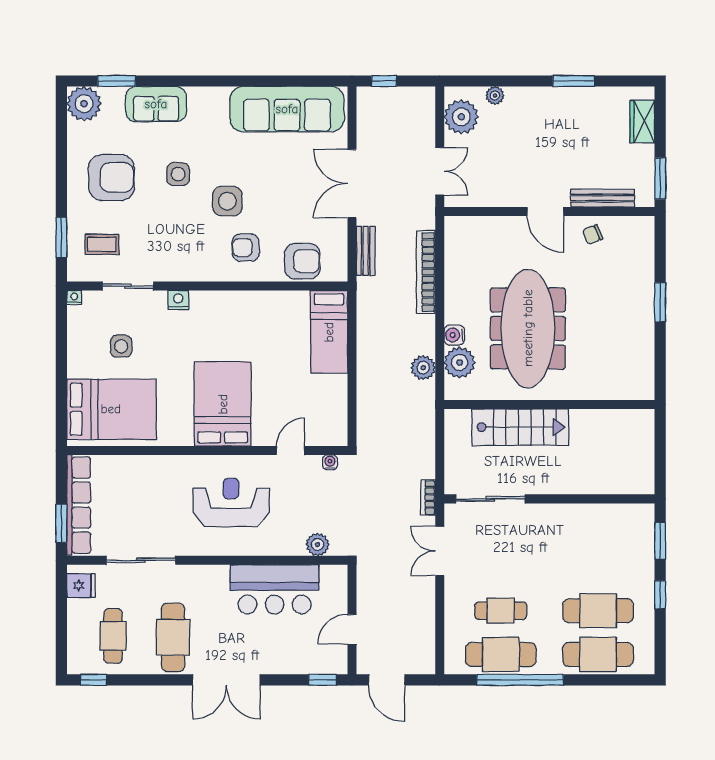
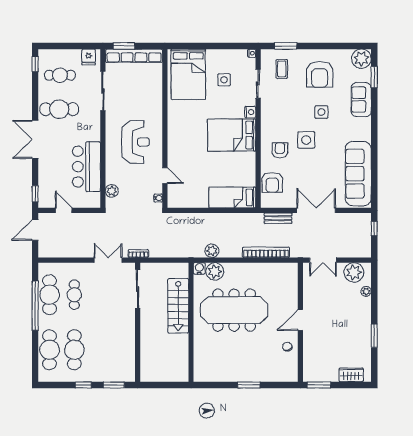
bench: (603, 198) -> (308, 352), removed
water cooler: (454, 335) -> (199, 268), moved
bed: (223, 404) -> (232, 135), moved, turned 180

